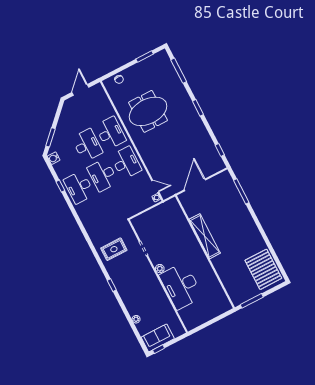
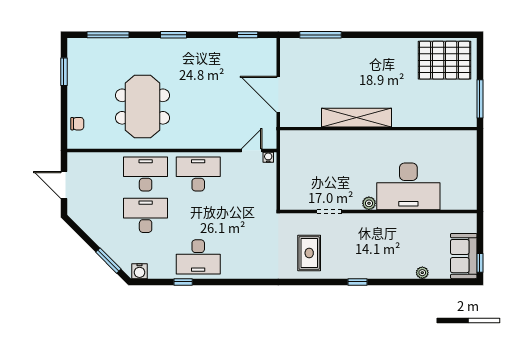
desk: (103, 175) -> (198, 215), removed

